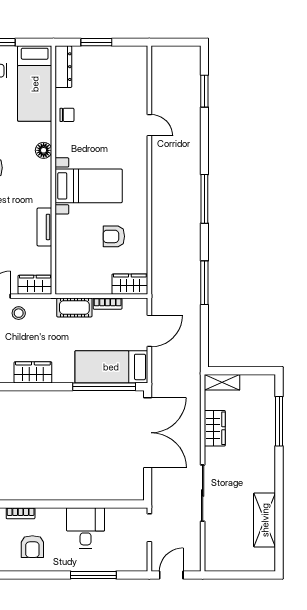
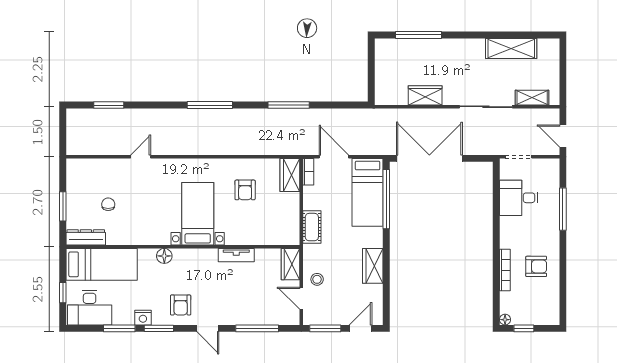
chair: (67, 115) -> (108, 204), moved
bookcase: (108, 304) -> (308, 172), moved
shelving: (222, 382) -> (532, 98), moved, turned 90
bookcase: (21, 513) -> (505, 270), width x1.56
desk: (86, 528) -> (519, 198), moved

